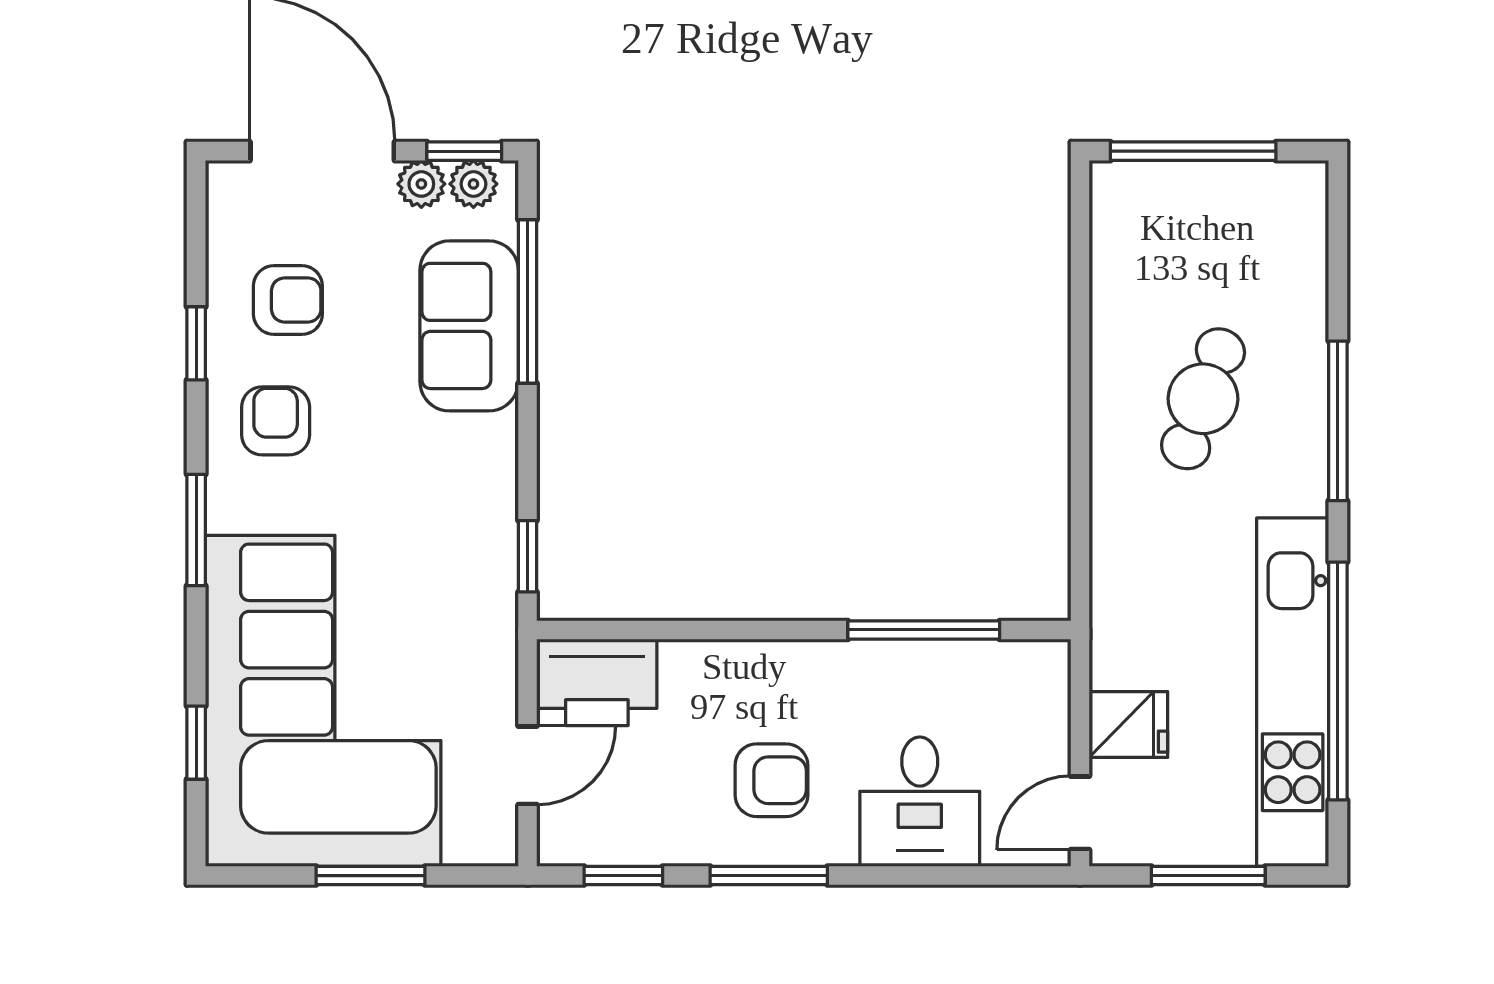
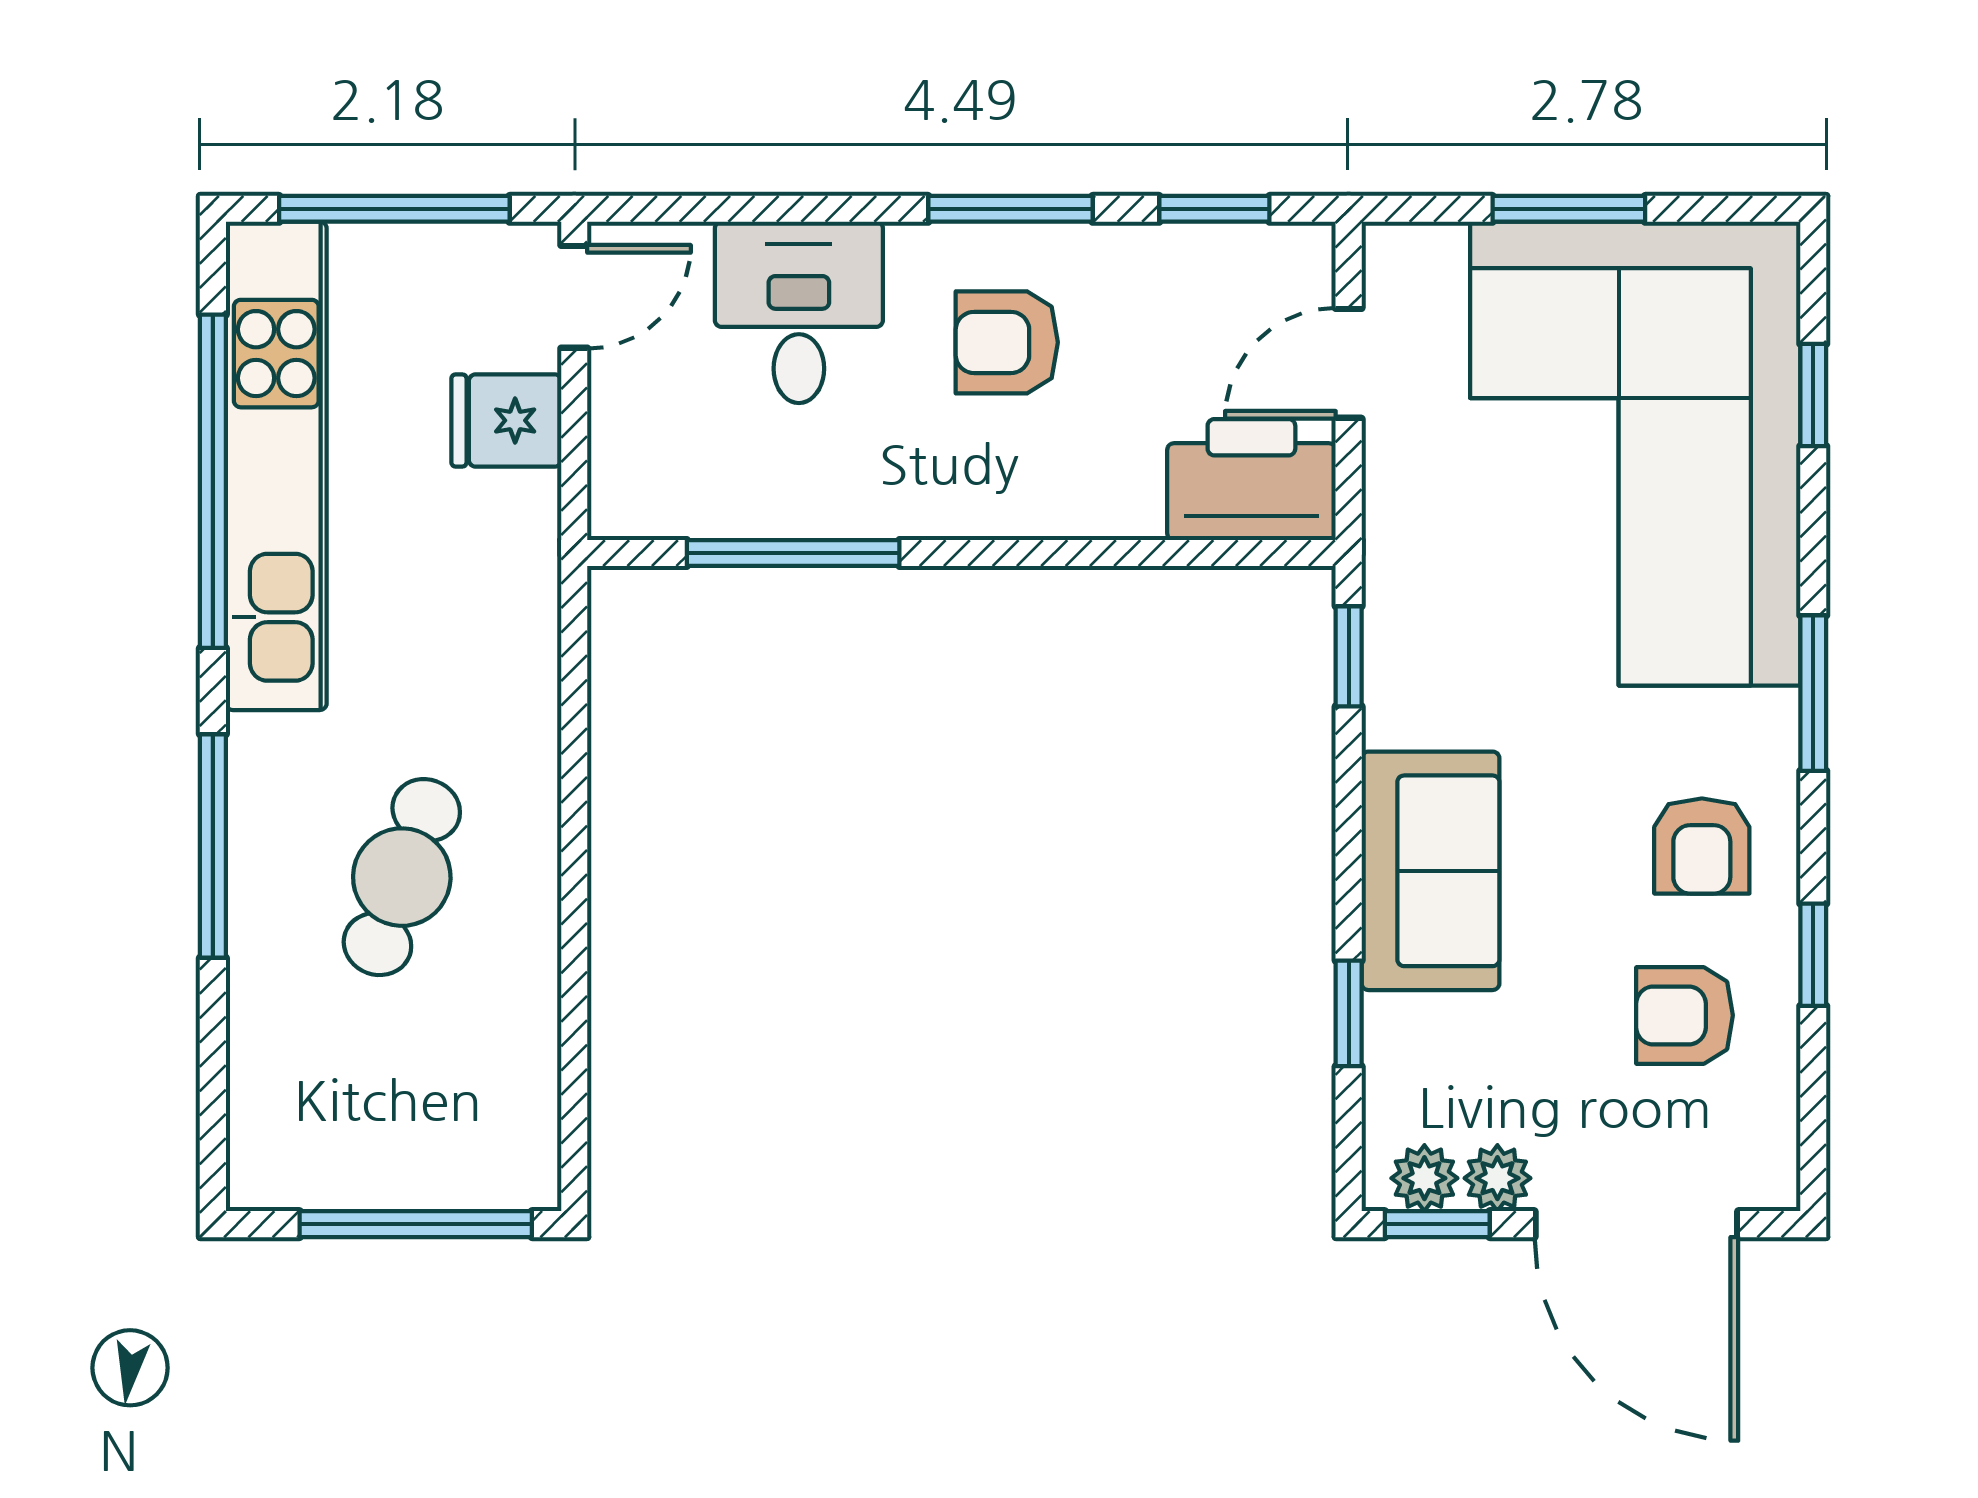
window: (528, 301) -> (1349, 1013), width x0.46
sofa: (469, 326) -> (1430, 871), moved
window: (1208, 876) -> (394, 209), width x1.44

